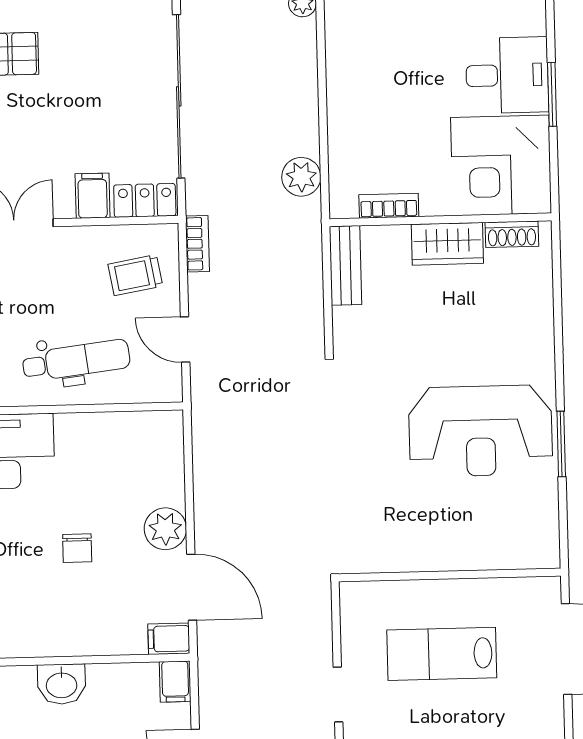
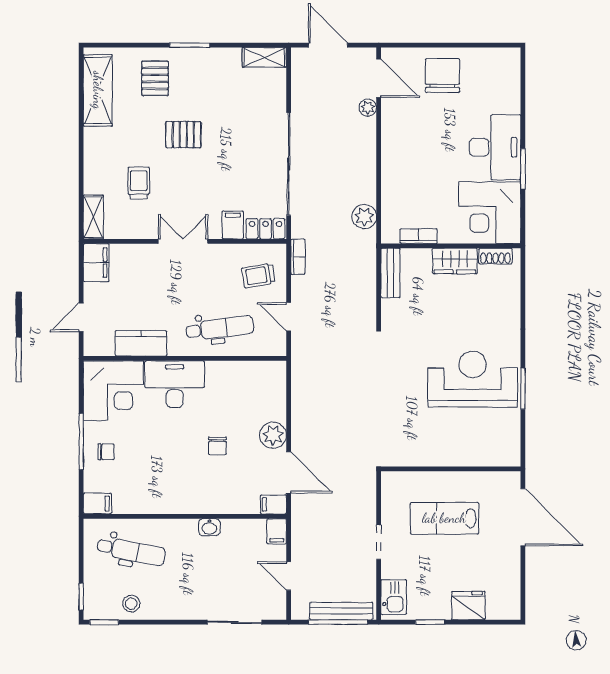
desk: (507, 75) -> (495, 147), width x1.37
reception desk: (481, 431) -> (473, 379), turned 180
washbasin: (62, 684) -> (209, 527), width x0.72, depth x0.69

